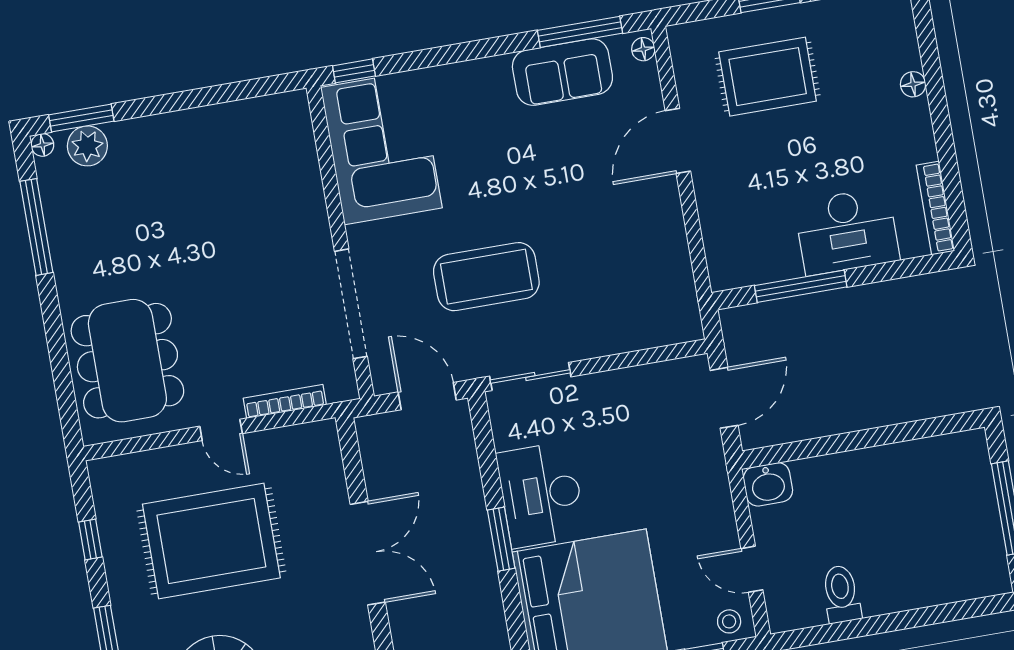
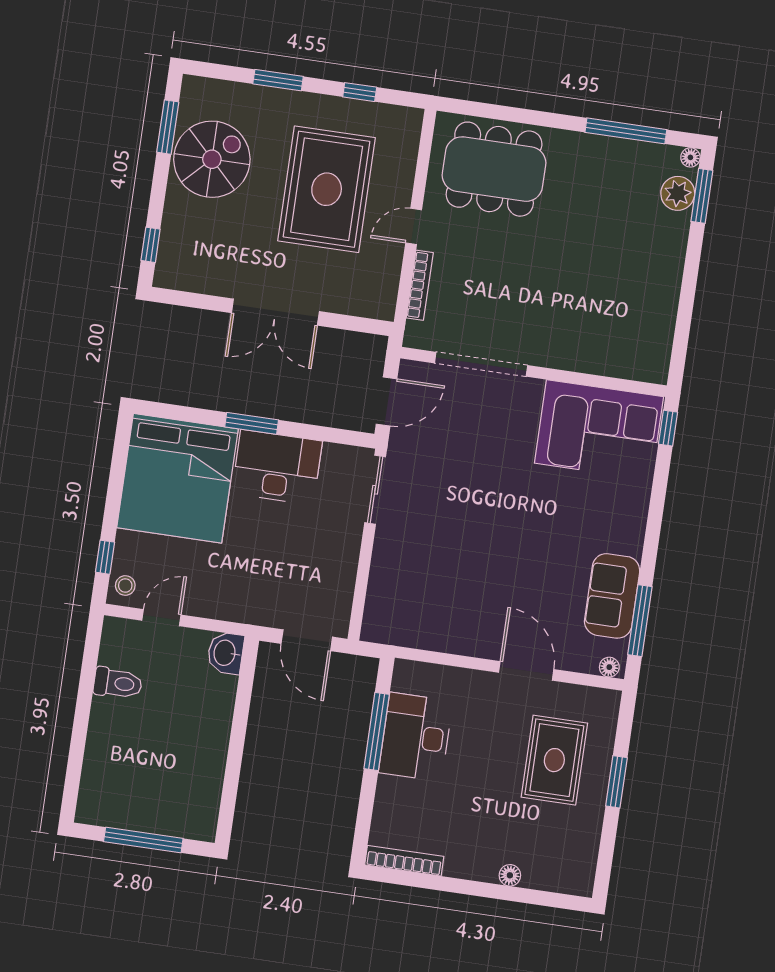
desk: (847, 231) -> (416, 737), moved
coffee table: (486, 277) -> (467, 481), removed

